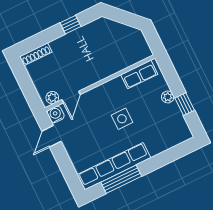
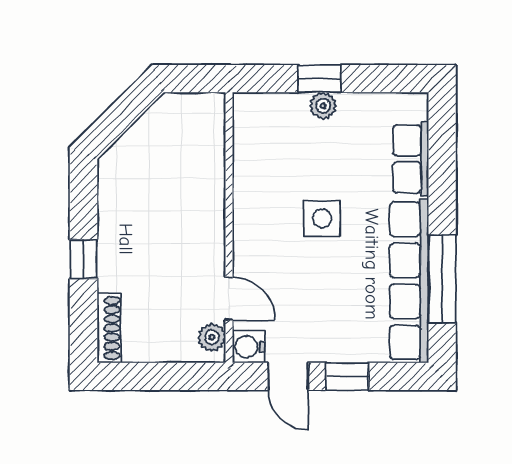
window: (70, 25) -> (84, 259), moved
row of seats: (139, 74) -> (411, 159), moved, turned 180
window: (185, 104) -> (319, 79), moved
window: (63, 160) -> (347, 376), added

